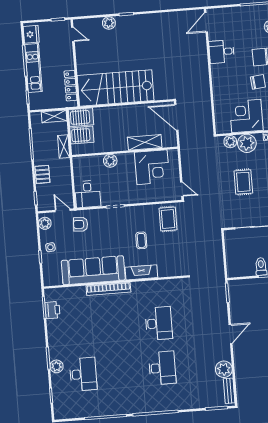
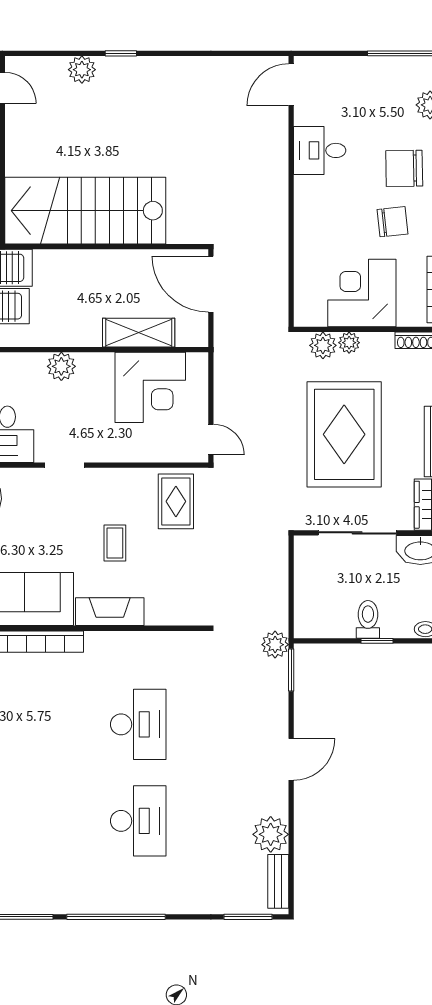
plant: (247, 143) -> (349, 343), width x0.53, depth x0.53
rug: (243, 182) -> (344, 434), width x1.86, depth x2.06
plant: (219, 281) -> (275, 645), added

